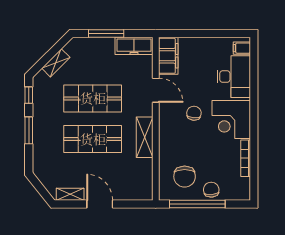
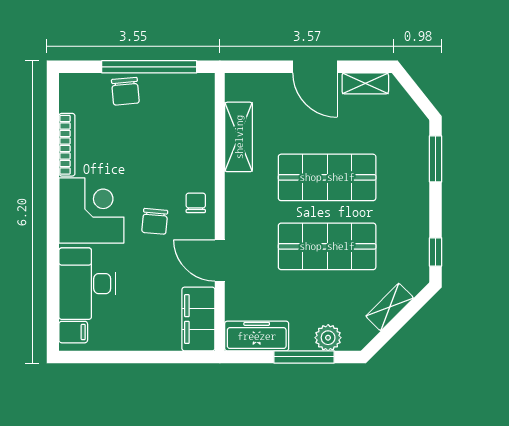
plant: (92, 45) -> (328, 338), added
window: (29, 130) -> (436, 159), moved
shelving: (145, 137) -> (239, 137), moved
chair: (185, 177) -> (196, 203), moved, width x0.54, depth x0.54

